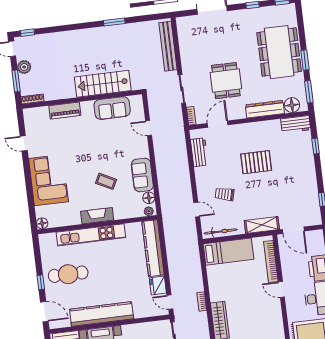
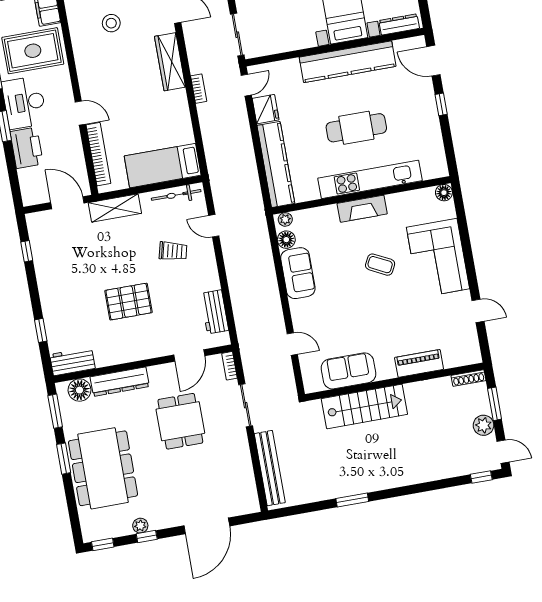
plant: (256, 13) -> (140, 526), added
coffee table: (106, 181) -> (380, 265), moved
cafe table: (68, 274) -> (356, 128), moved
door: (170, 302) -> (246, 85), hinge flipped

